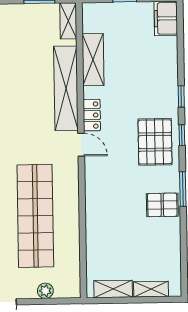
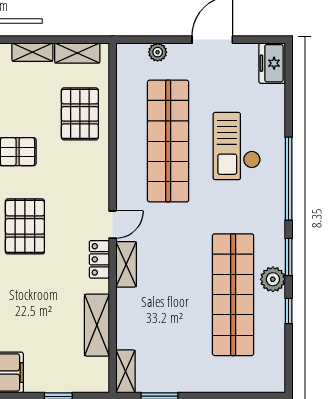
shelving: (66, 88) -> (126, 264), width x0.45, depth x0.75
door: (81, 145) -> (113, 225), swing flipped
pallet: (110, 238) -> (80, 114), added

